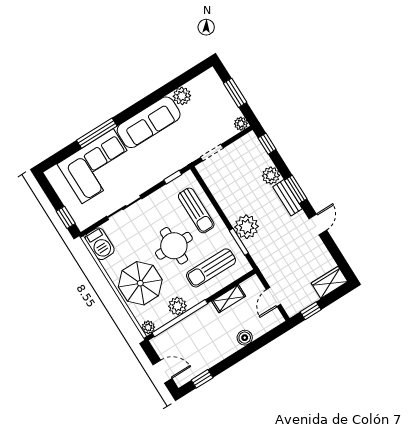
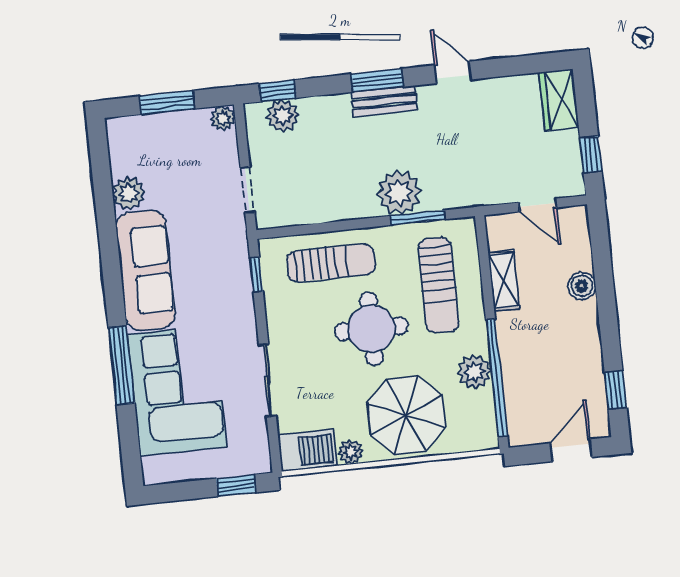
plant: (271, 176) -> (283, 116), moved
plant: (148, 327) -> (351, 452), moved

